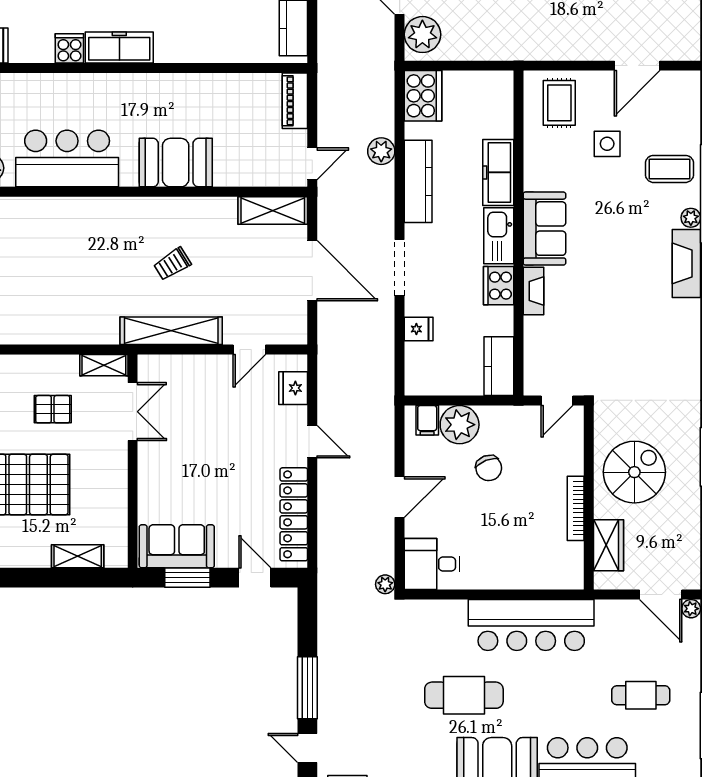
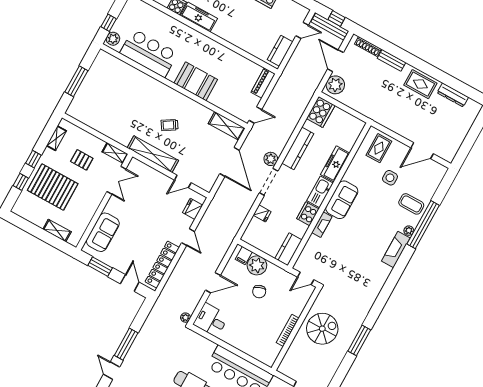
plant: (381, 151) -> (271, 159), moved
wardrobe: (608, 545) -> (293, 355), removed
sofa: (177, 546) -> (103, 232), moved, turned 90

